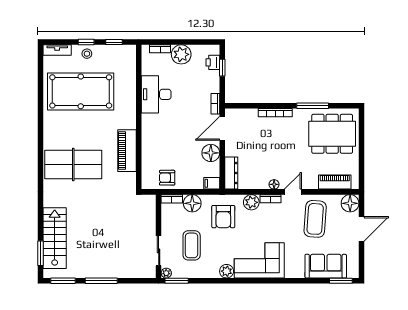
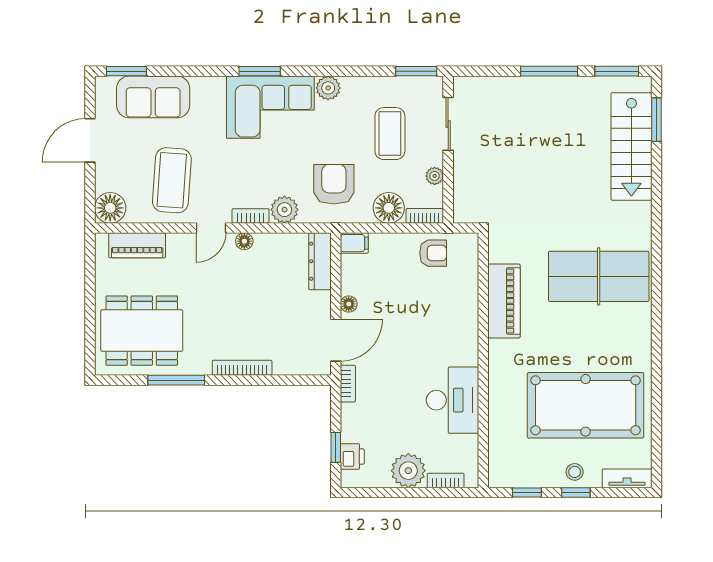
floor lamp: (211, 153) -> (349, 304), width x0.53, depth x0.53
door: (361, 229) -> (90, 140), moved
plant: (166, 273) -> (435, 176), moved
window: (265, 281) -> (260, 71), added

